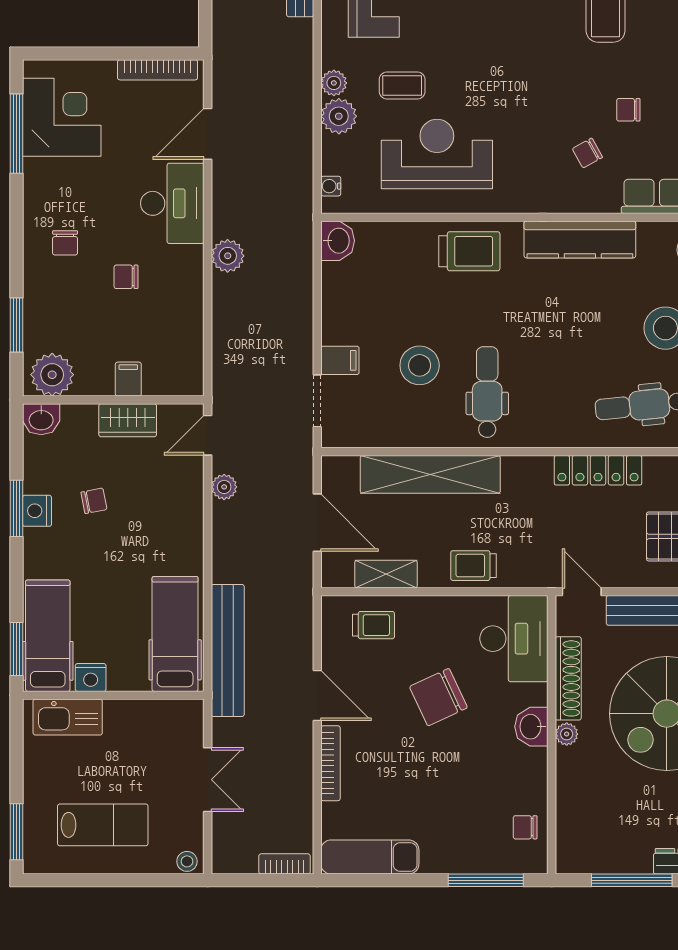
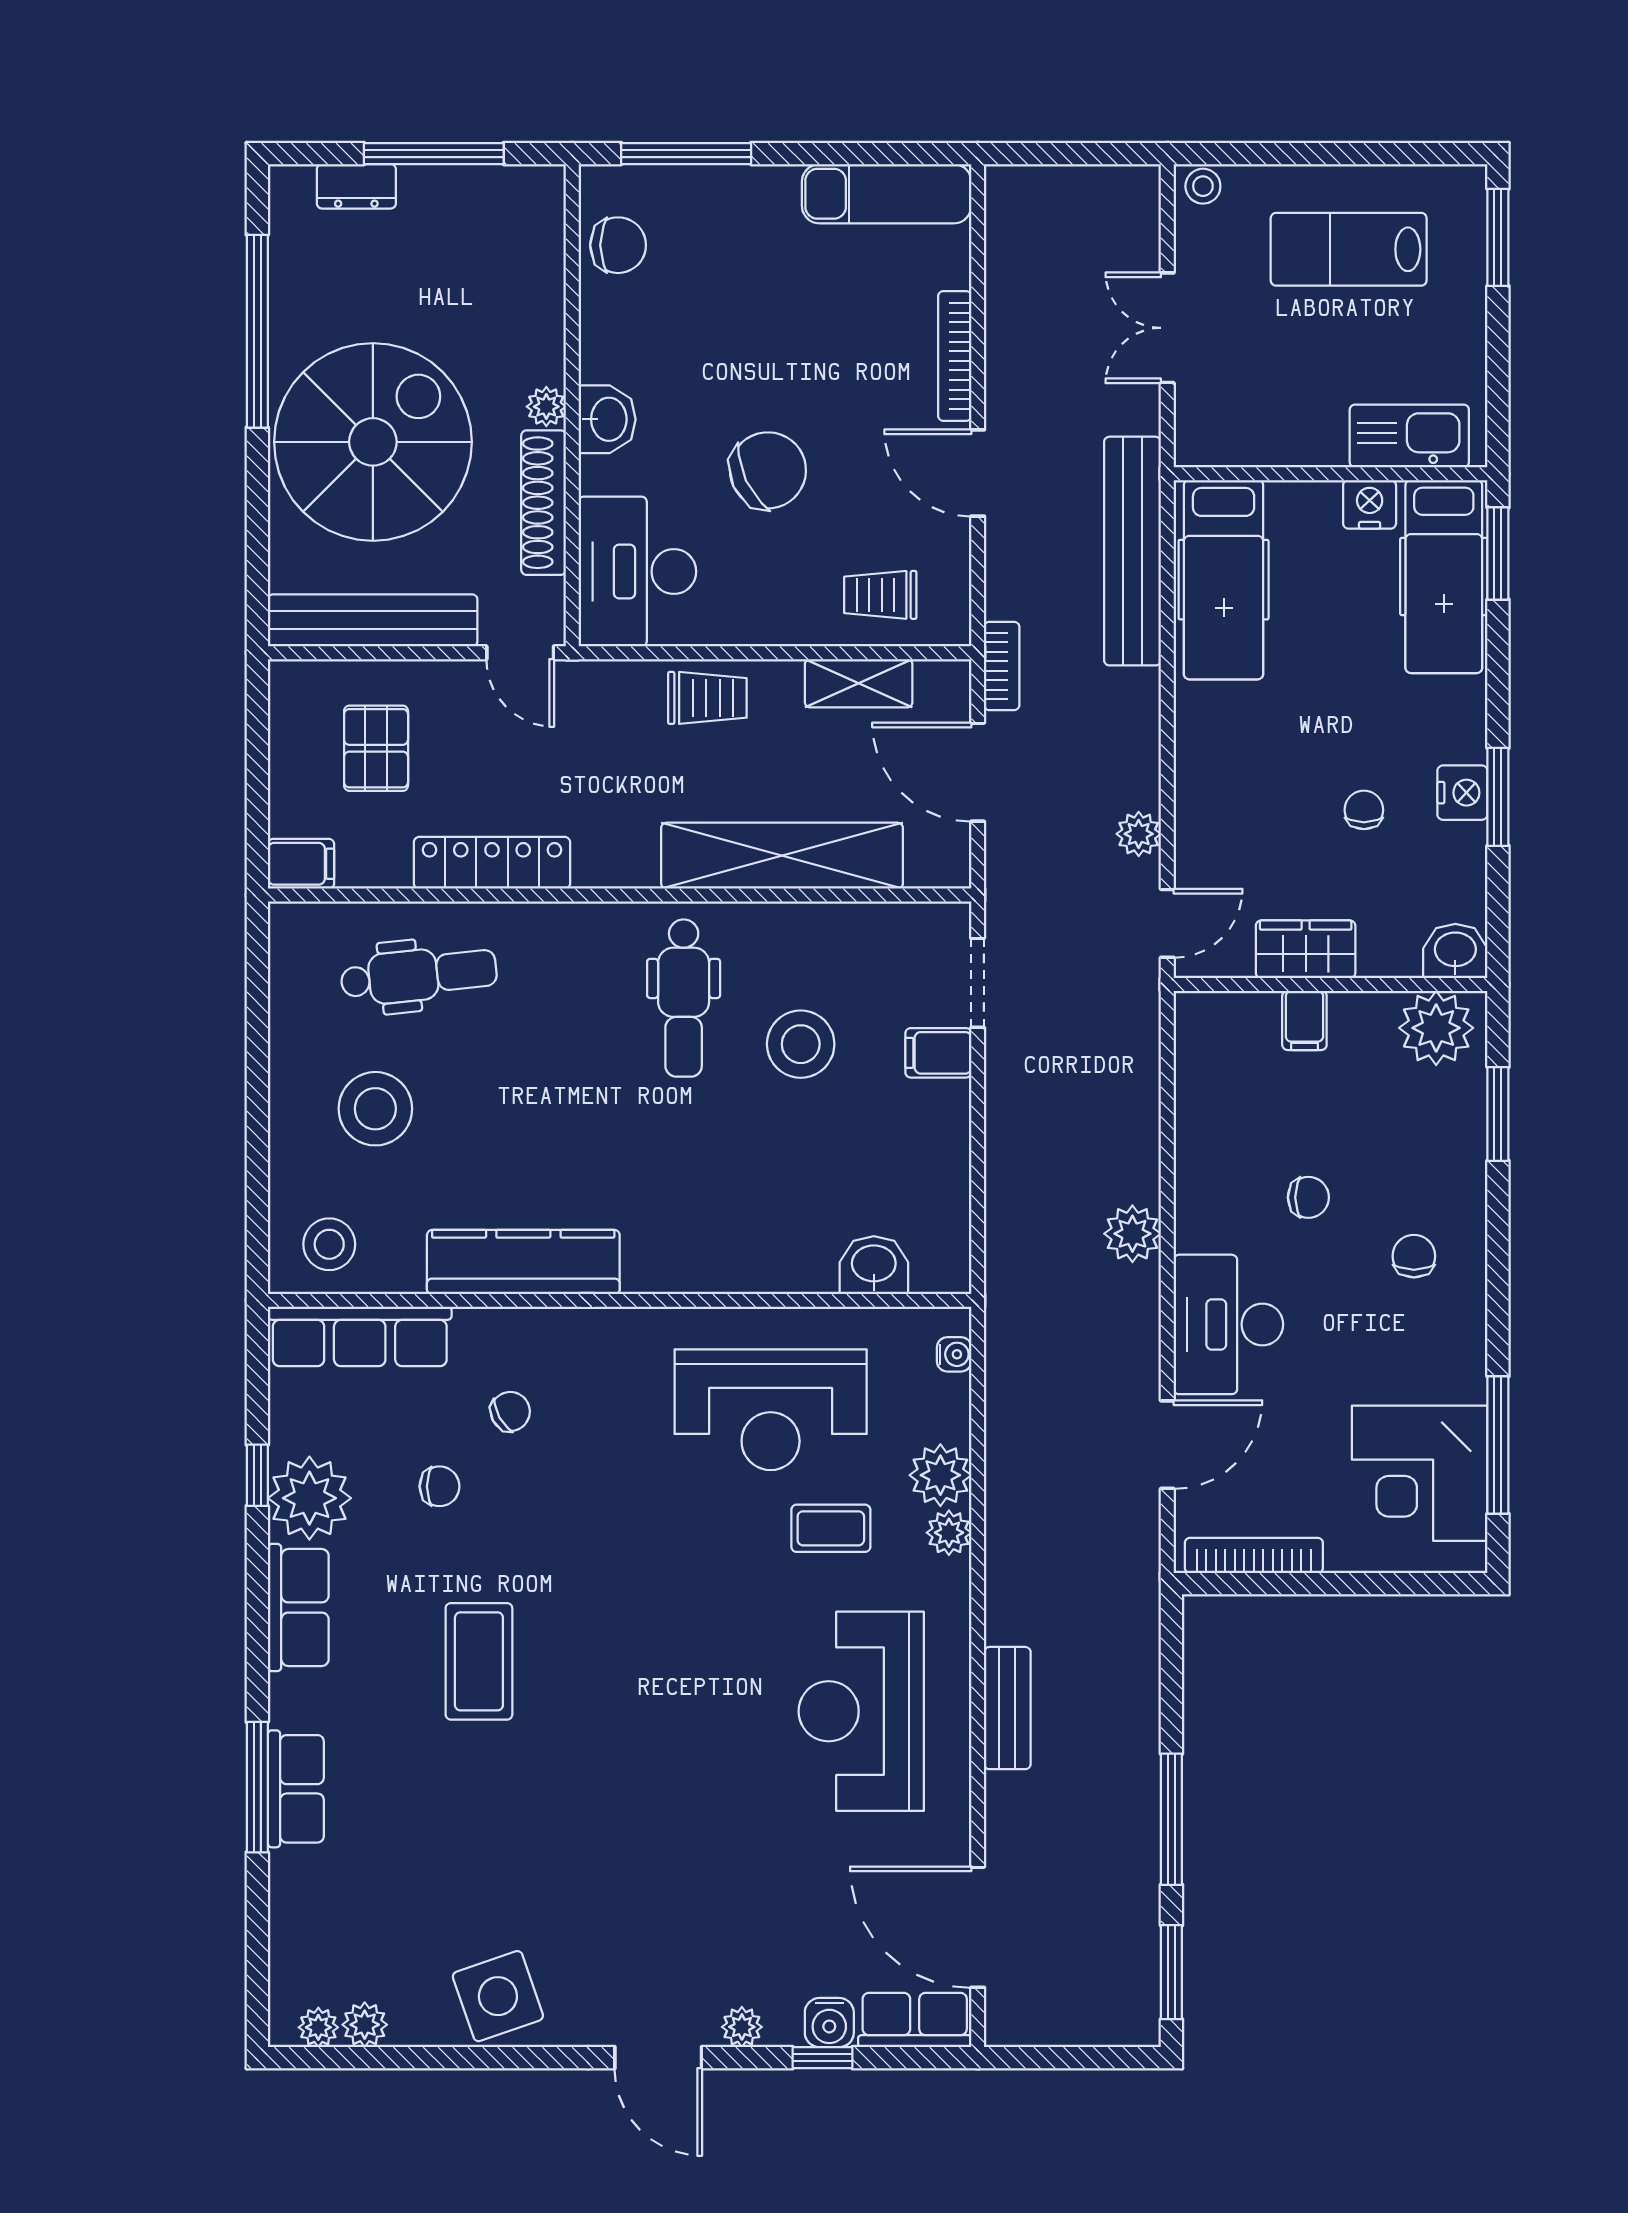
washbasin: (338, 241) -> (874, 1265), moved, turned 90
trolley: (469, 251) -> (714, 1242), removed
chair: (94, 501) -> (1364, 810), turned 101
chair: (525, 827) -> (618, 245), width x1.37, depth x1.37
bookcase: (285, 864) -> (1002, 666), moved, turned -90

